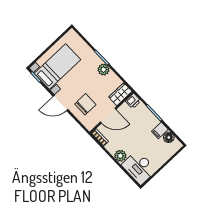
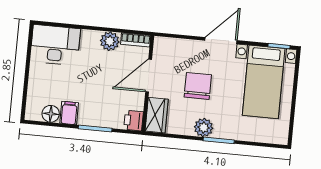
chair: (85, 104) -> (198, 86), moved, turned 180
plant: (120, 156) -> (110, 41), moved

